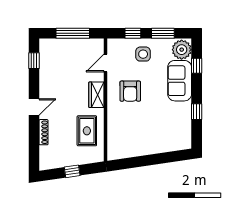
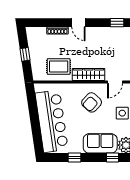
door: (105, 63) -> (115, 82), swing flipped
armchair: (130, 91) -> (92, 102), turned -48
wardrobe: (96, 95) -> (89, 74), width x1.50
bar counter: (153, 139) -> (52, 121), added

